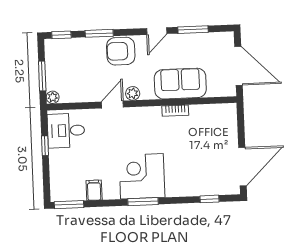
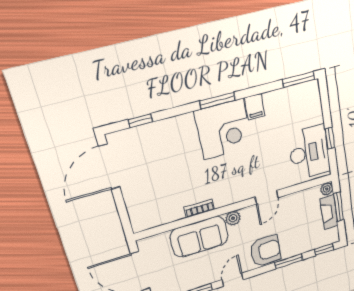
fireplace: (53, 73) -> (329, 212), added
plant: (133, 93) -> (233, 218), moved
desk: (66, 131) -> (309, 153), width x1.37
filing cabinet: (94, 190) -> (255, 107), moved

